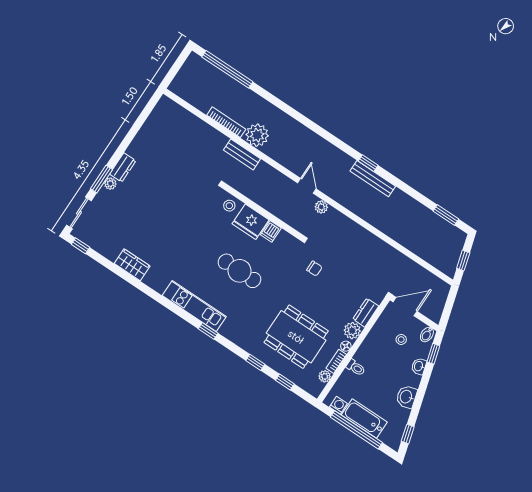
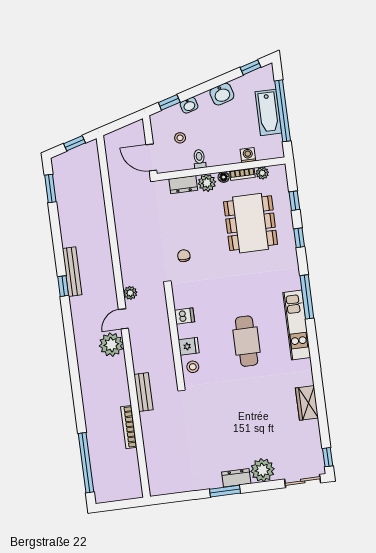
plant: (257, 135) -> (111, 345), moved
window: (101, 179) -> (225, 491), moved
plant: (110, 184) -> (262, 470), width x1.88, depth x1.88
fridge: (250, 222) -> (189, 346), width x0.53, depth x0.75
cafe table: (239, 271) -> (247, 341), moved
window: (208, 331) -> (307, 297), width x2.17
bidet: (427, 335) -> (158, 121), removed
toilet: (356, 368) -> (199, 159), moved
washing machine: (338, 405) -> (248, 155), moved, turned 90

